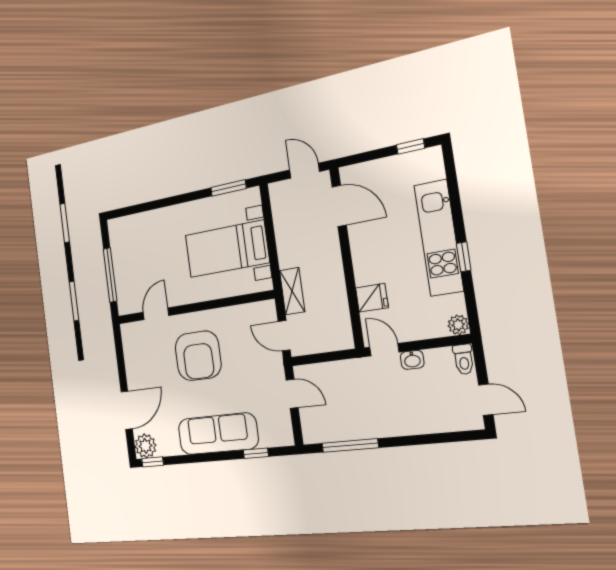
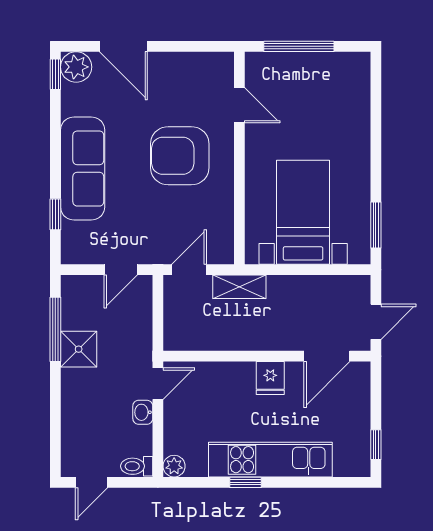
fridge: (372, 298) -> (270, 378), moved
shower: (364, 423) -> (79, 349), added

